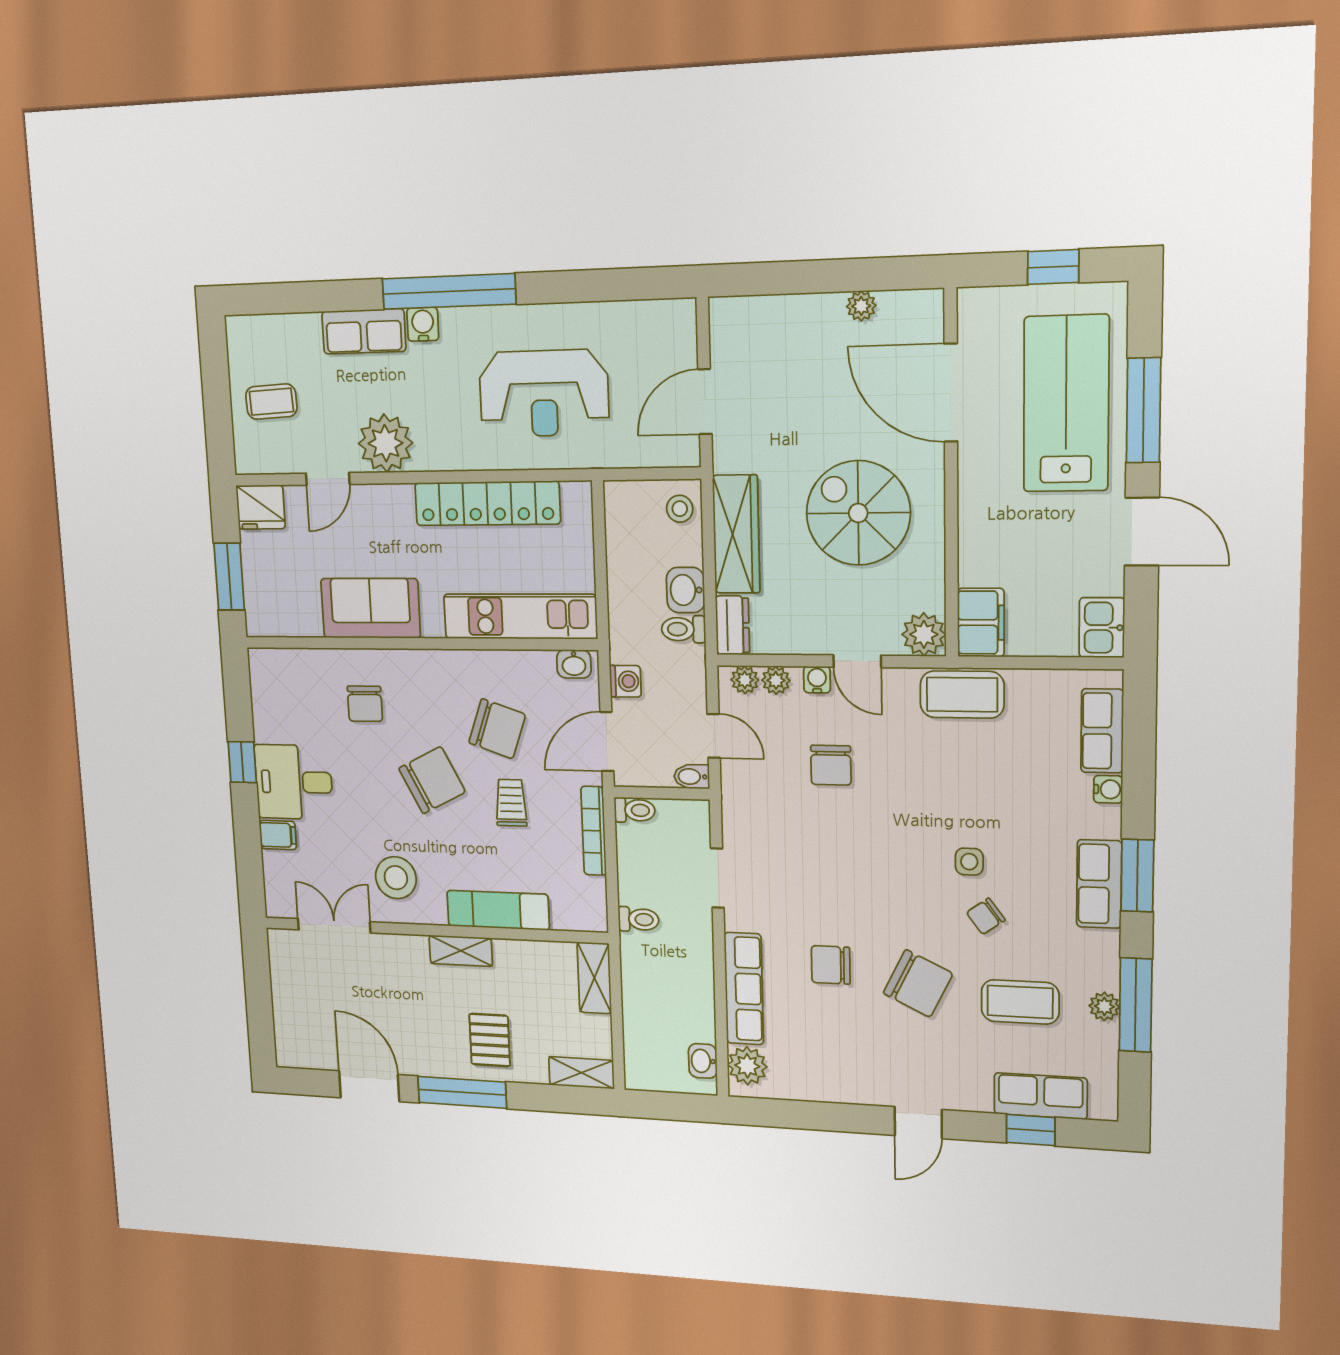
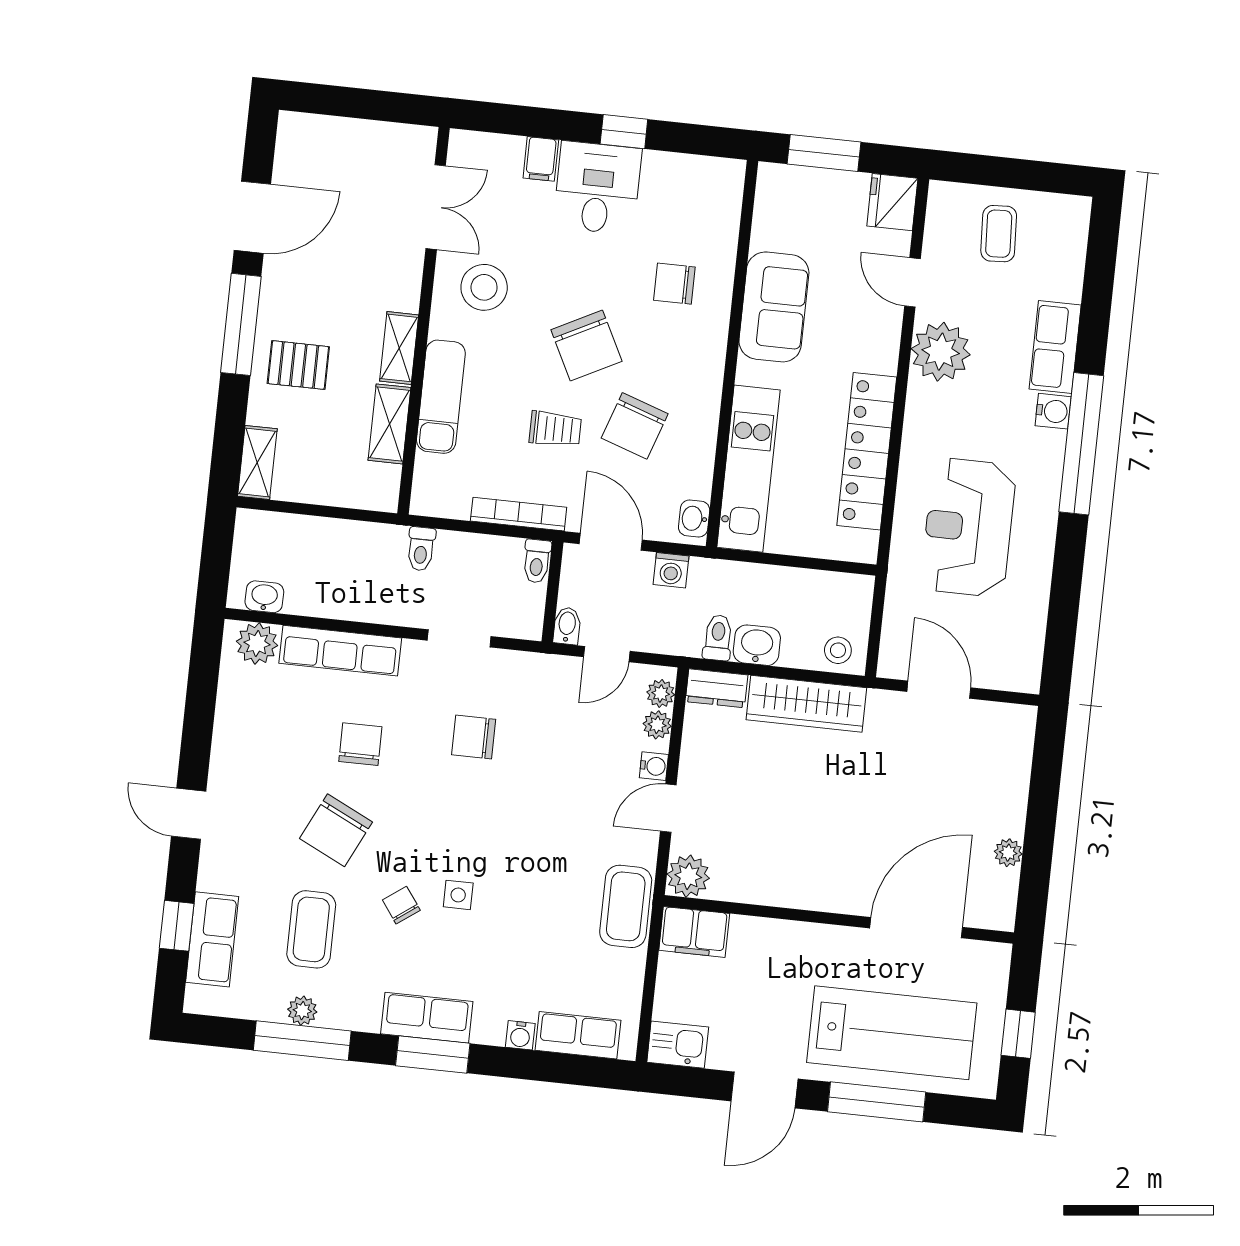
spiral stairs: (858, 513) -> (813, 826), removed
chair: (831, 765) -> (474, 737), moved
shelving: (594, 978) -> (389, 424), moved, turned 90

